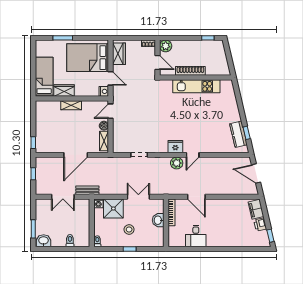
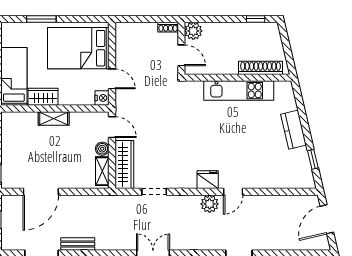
wardrobe: (119, 54) -> (124, 165), moved, width x1.50
shoe rack: (190, 71) -> (261, 68), moved
door: (111, 111) -> (112, 127), swing flipped
kitchen counter: (238, 134) -> (294, 130), moved
door: (76, 155) -> (41, 192), moved
door: (256, 174) -> (327, 219), hinge flipped

